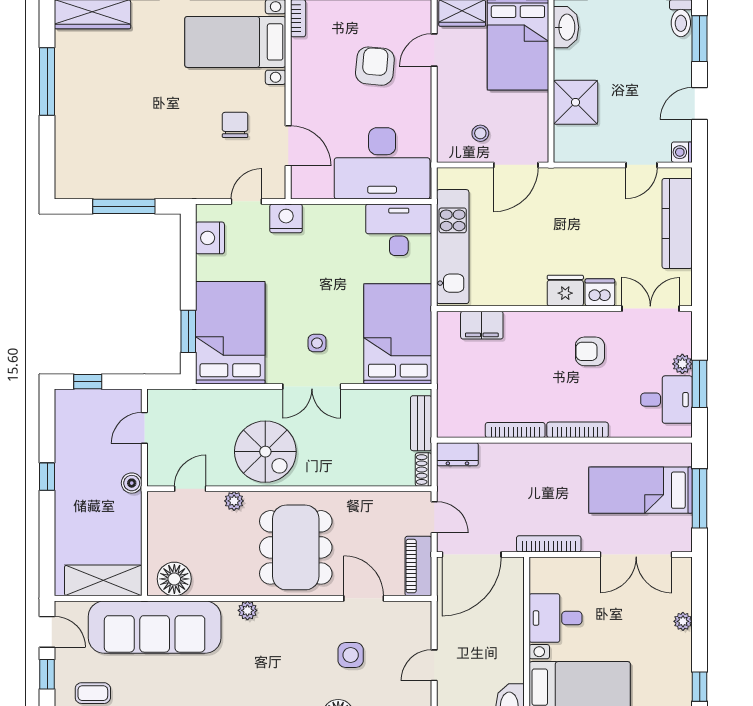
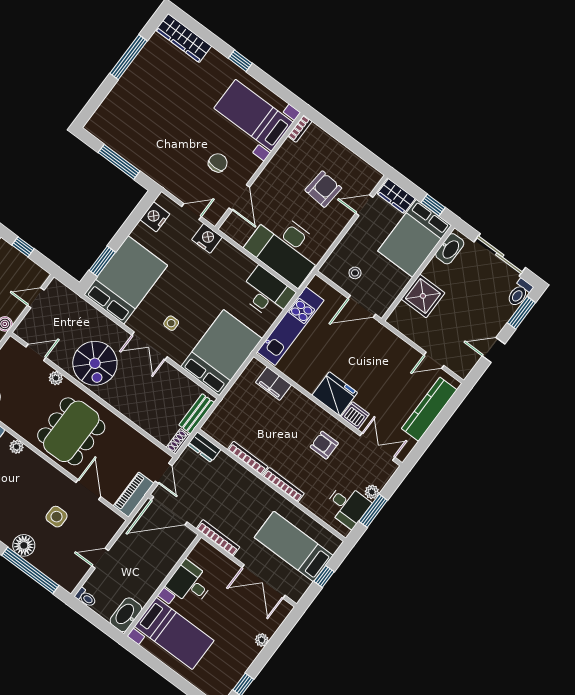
washing machine: (682, 152) -> (463, 370), removed
fridge: (565, 291) -> (335, 394), width x1.36, depth x1.34
window: (700, 498) -> (324, 577), width x0.46

